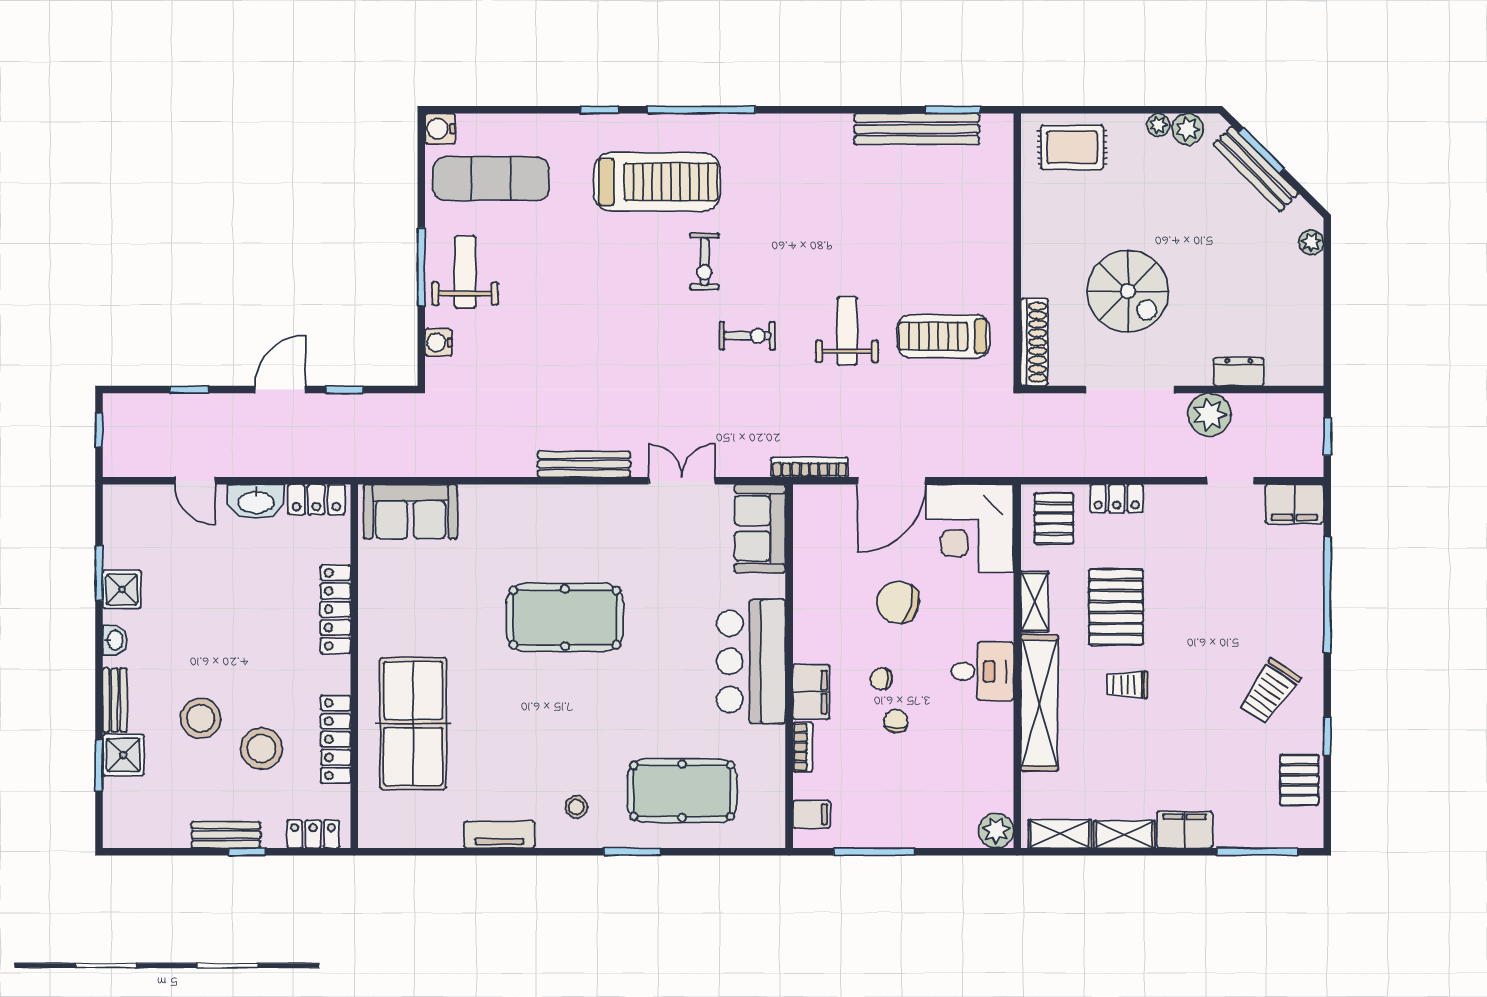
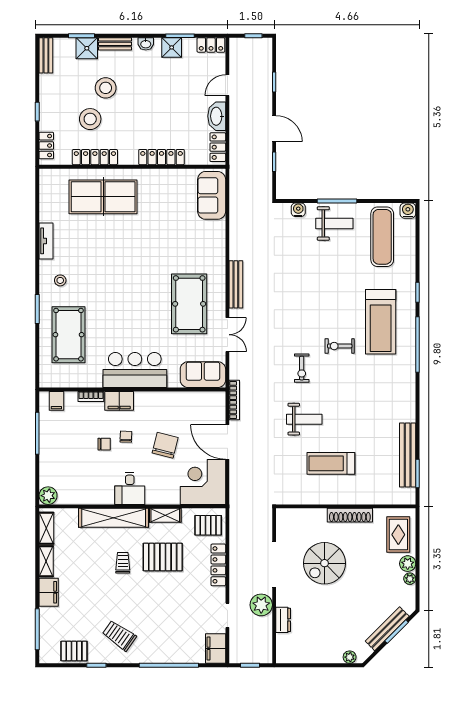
plant: (1188, 129) -> (408, 564), moved
treadmill: (944, 336) -> (331, 463), moved, turned -90
shoe rack: (1034, 342) -> (350, 515), moved
locker: (1117, 499) -> (218, 565), width x1.53
locker: (117, 513) -> (211, 45), added
pool table: (565, 618) -> (189, 304), moved
bench: (226, 835) -> (46, 55), moved

